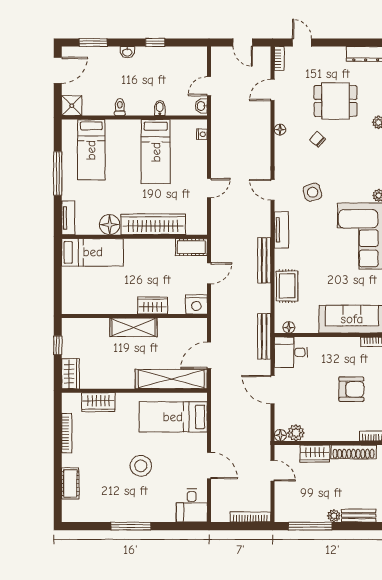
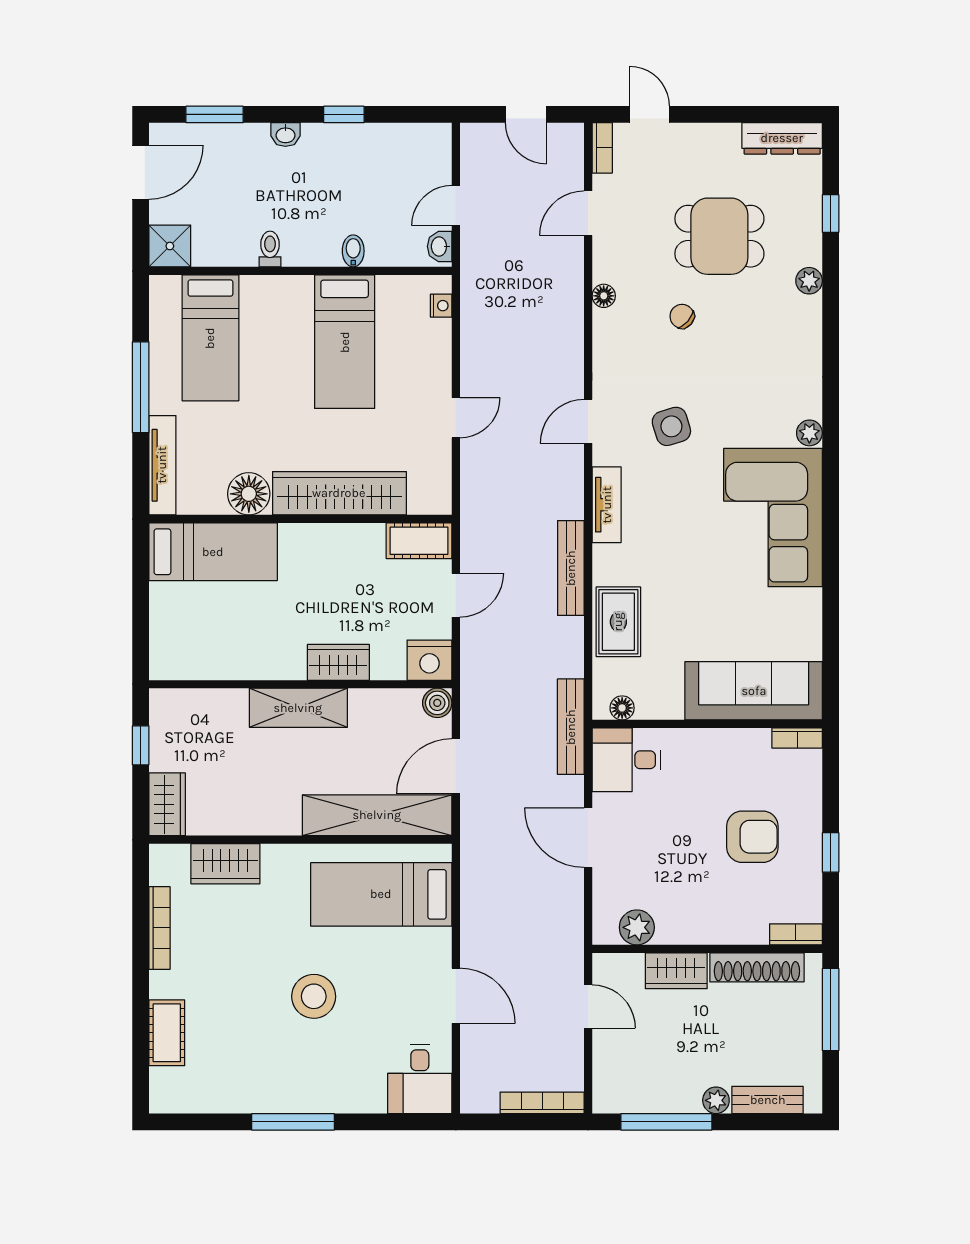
door: (273, 190) -> (588, 421), hinge flipped
tv unit: (68, 218) -> (162, 465), width x1.41
boiler: (200, 325) -> (437, 703), added
floor lamp: (280, 435) -> (604, 933), removed

